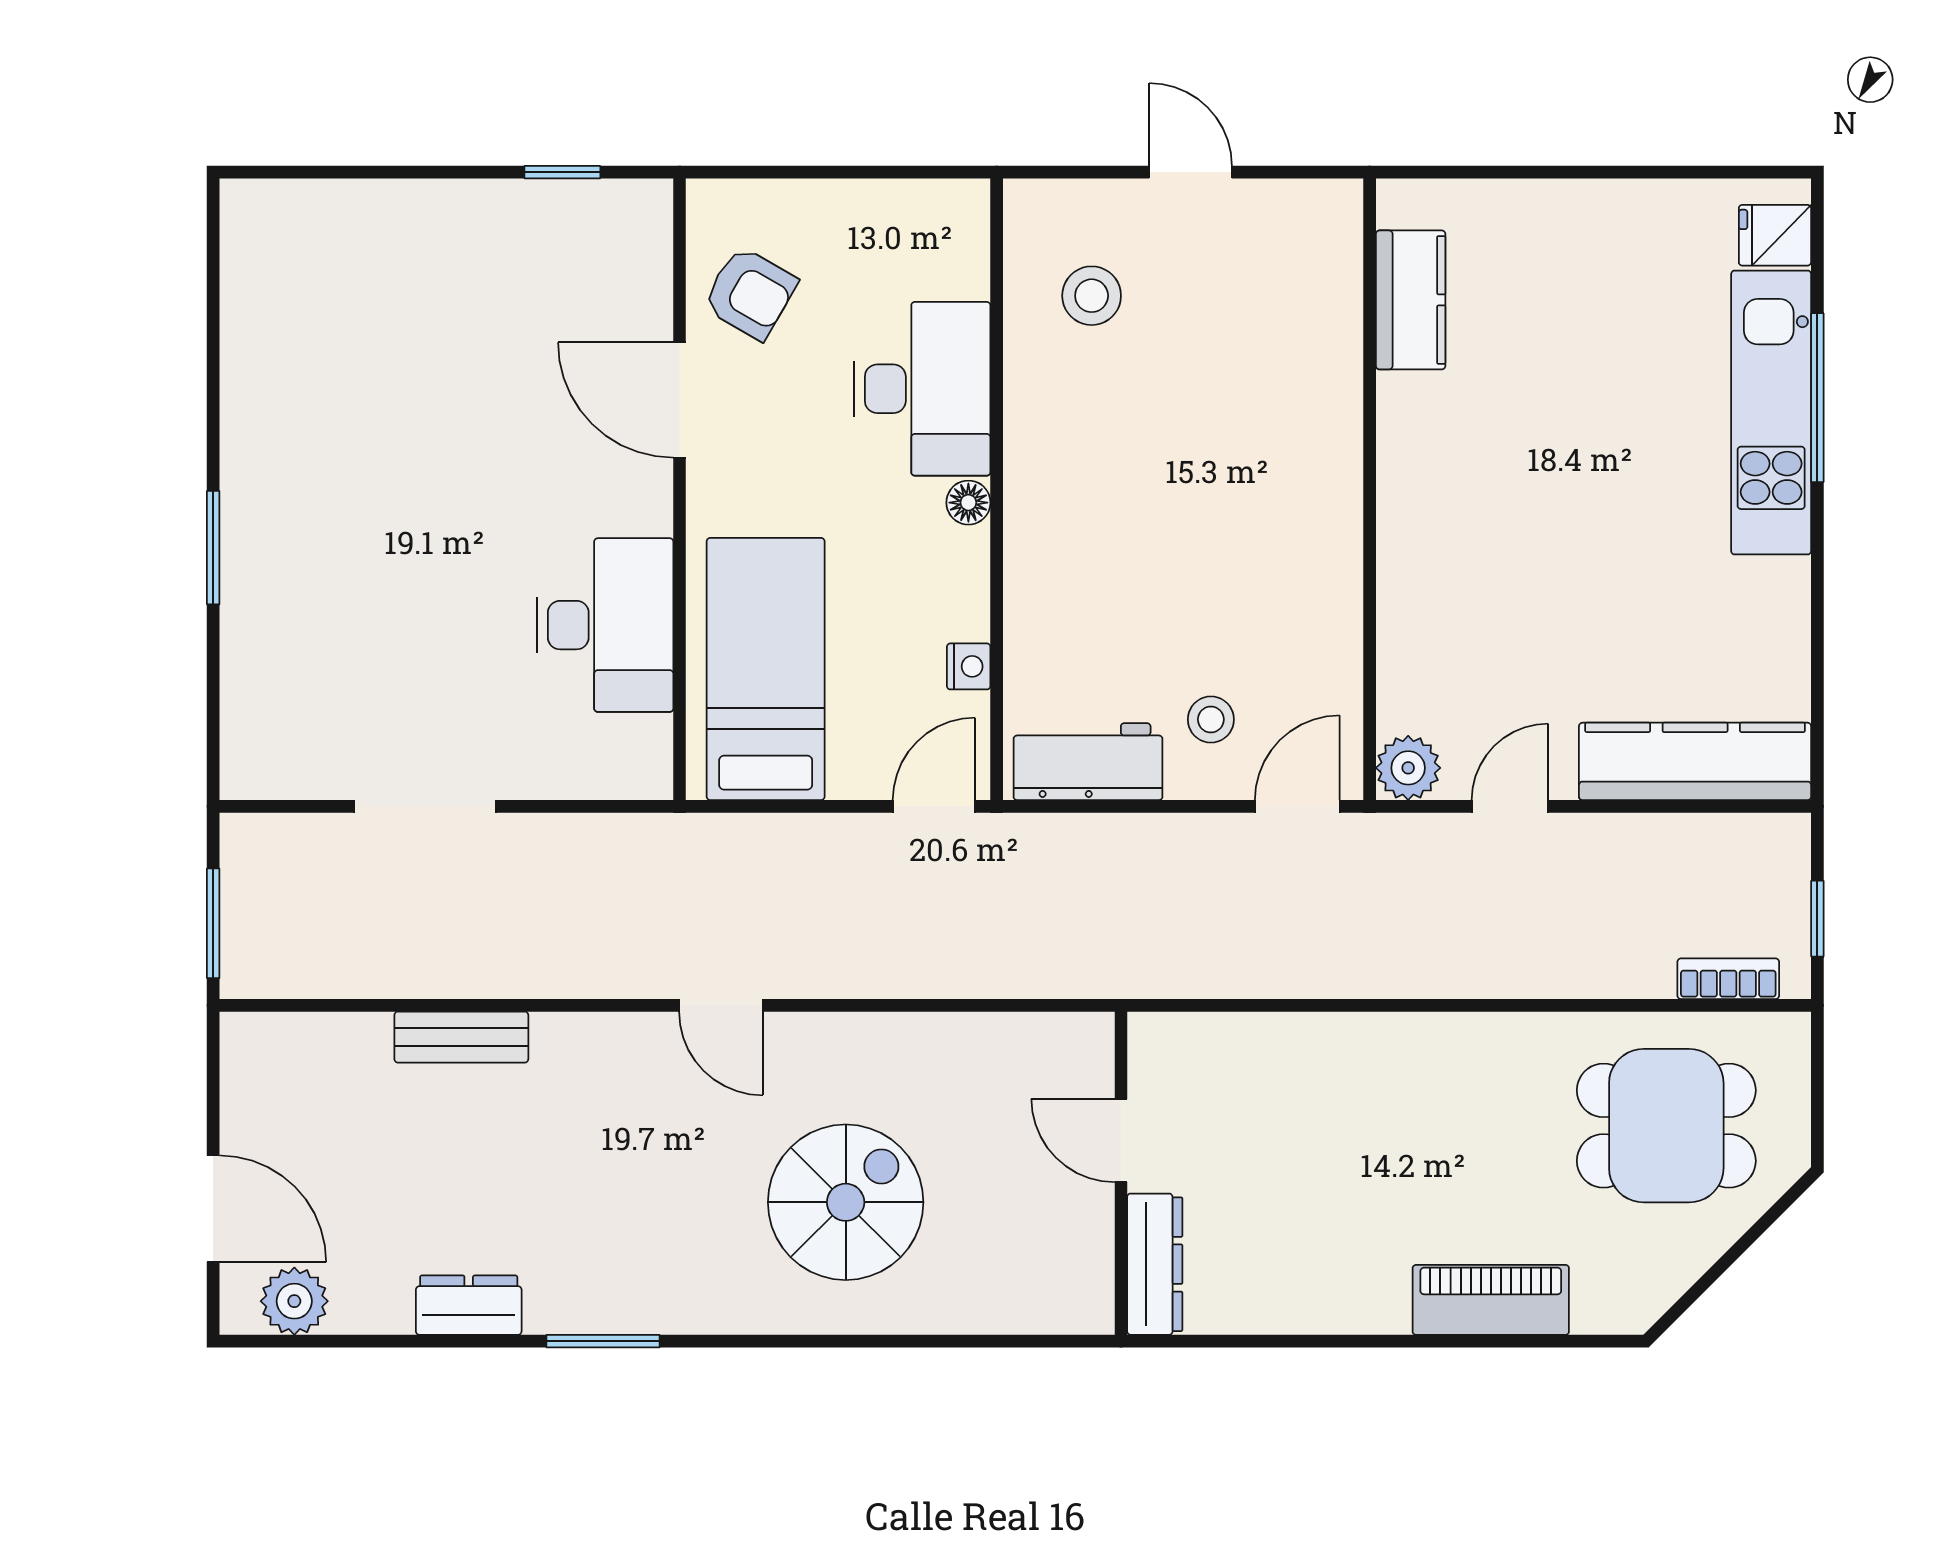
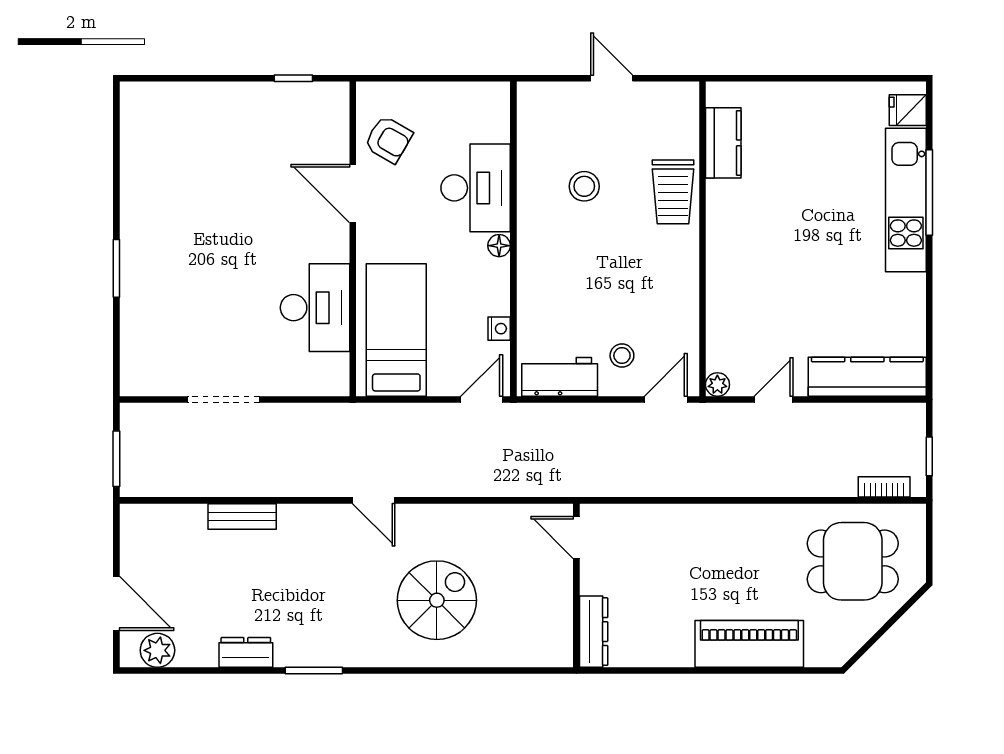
stool: (1092, 296) -> (584, 186), moved
trolley: (1312, 396) -> (673, 192), added
plant: (1408, 768) -> (717, 385), width x0.73, depth x0.73
door: (1121, 1140) -> (576, 537), moved
piano: (1491, 1300) -> (749, 644), width x1.37, depth x1.33

